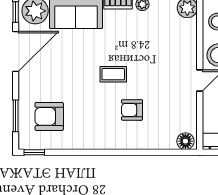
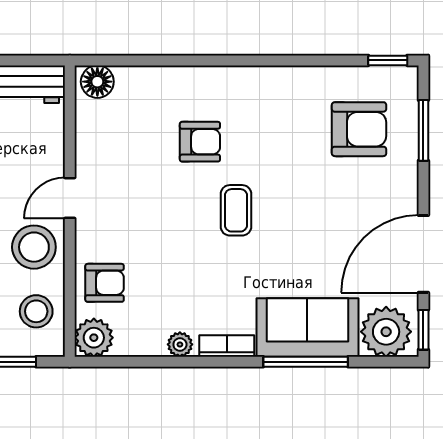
armchair: (182, 36) -> (105, 283), added
coffee table: (113, 74) -> (236, 210), turned 90

